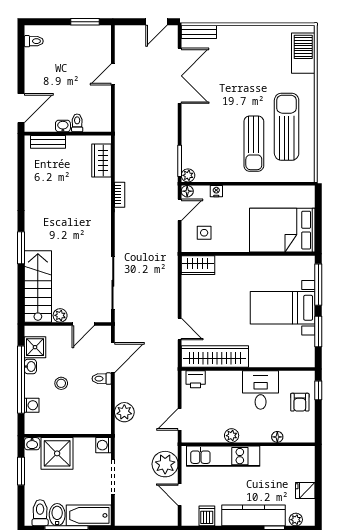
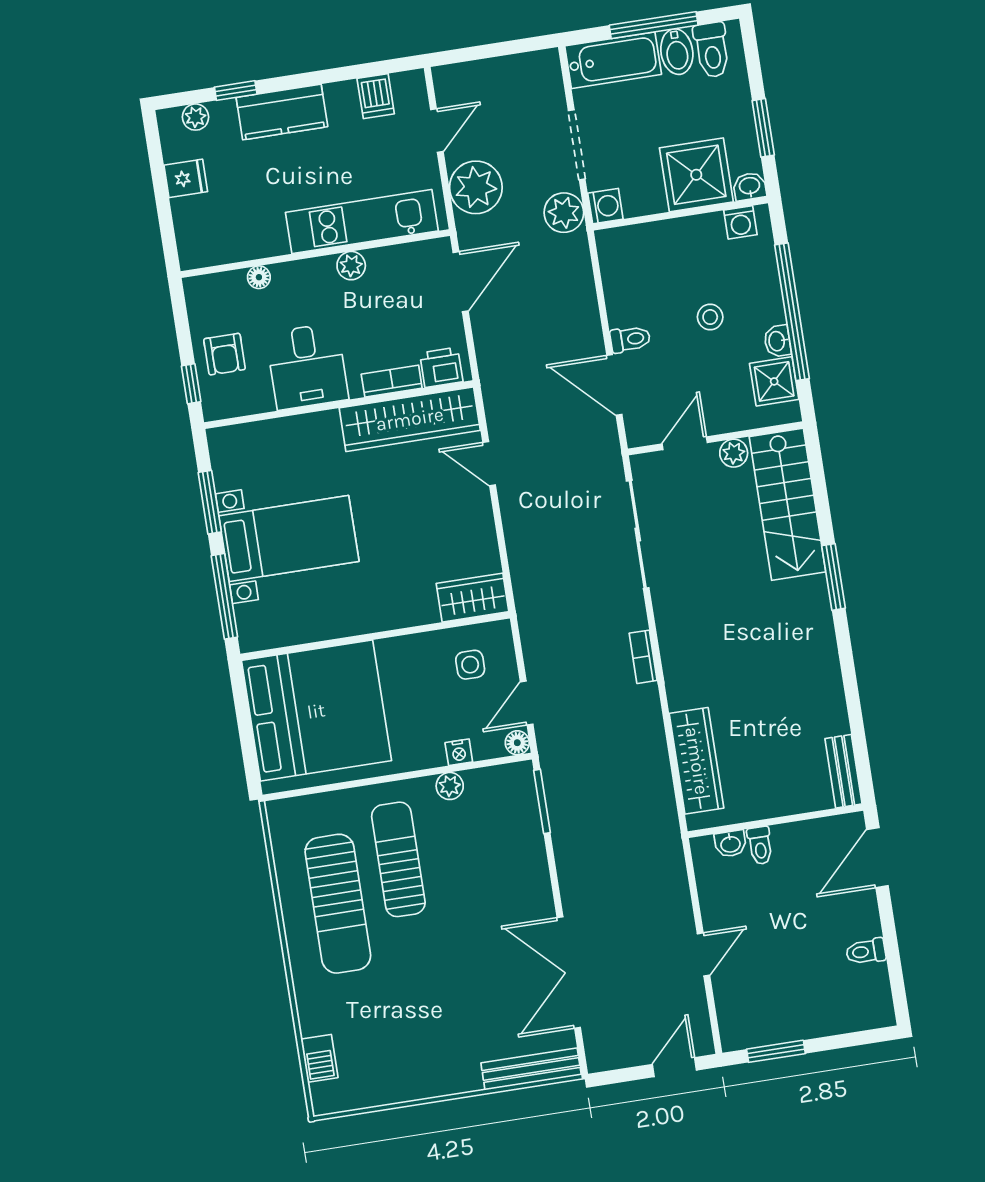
door: (157, 22) -> (674, 1067), moved
bench: (199, 32) -> (531, 1069), width x1.36
toilet: (34, 41) -> (866, 951), moved
barbecue: (303, 53) -> (319, 1058), width x0.53, depth x0.65
washbasin: (63, 126) -> (730, 844), moved
bench: (48, 142) -> (843, 771), moved, turned 90
wardrobe: (102, 161) -> (697, 761), width x1.50
plant: (188, 175) -> (450, 786), moved
bookcase: (120, 195) -> (643, 657), moved
bed: (282, 230) -> (316, 711), width x1.36
door: (113, 358) -> (614, 385), hinge flipped
bookcase: (221, 376) -> (392, 381), added
armchair: (300, 402) -> (224, 354), turned 180
washing machine: (32, 405) -> (740, 222), moved, turned -90
plant: (124, 412) -> (564, 213), moved
door: (180, 419) -> (461, 282), width x1.38
door: (180, 495) -> (437, 131), hinge flipped
kitchen counter: (254, 515) -> (282, 112), width x0.67

